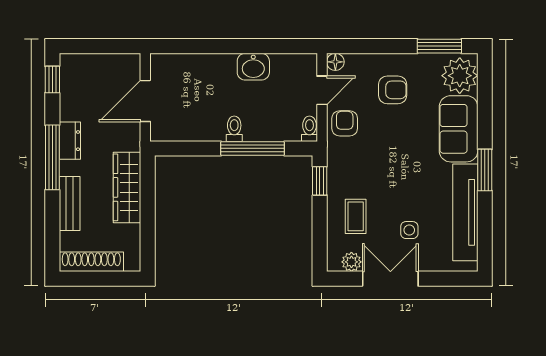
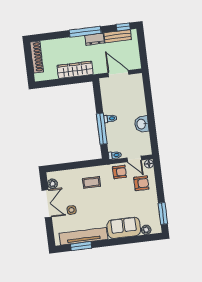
plant: (460, 76) -> (146, 230), width x0.53, depth x0.53
armchair: (393, 90) -> (141, 183), moved, turned -90
window: (485, 170) -> (81, 246), moved
window: (320, 181) -> (90, 163), removed
bench: (70, 203) -> (118, 36), moved
coffee table: (356, 216) -> (91, 182), moved

